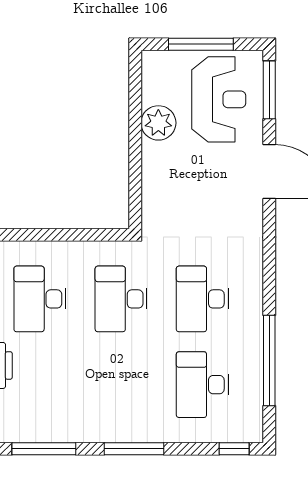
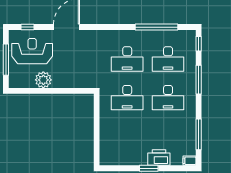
window: (269, 90) -> (28, 27), width x0.46
desk: (40, 299) -> (168, 98), moved
window: (134, 449) -> (199, 80), moved

